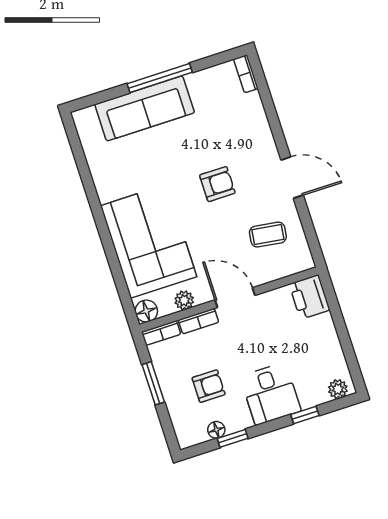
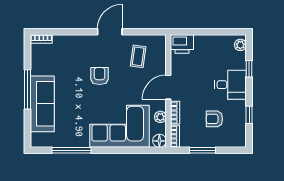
window: (87, 178) -> (72, 150), added
armchair: (209, 386) -> (214, 119), turned -90
floor lamp: (216, 430) -> (241, 123), removed

